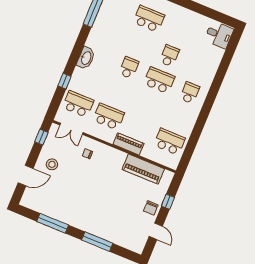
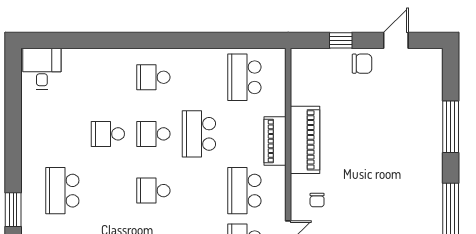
school desk: (159, 80) -> (153, 134), width x0.54
school desk: (149, 105) -> (199, 134), added
piano: (143, 169) -> (305, 140), moved

